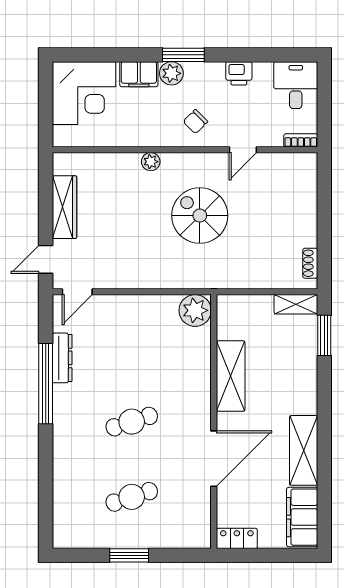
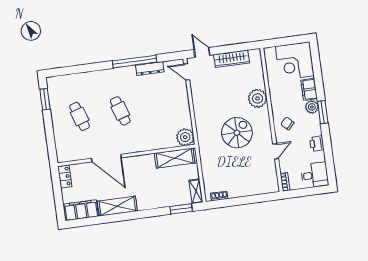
door: (243, 150) -> (276, 151), swing flipped
plant: (151, 162) -> (258, 98), width x1.88, depth x1.88
shelving: (231, 376) -> (175, 158), moved
window: (129, 555) -> (45, 99), moved

